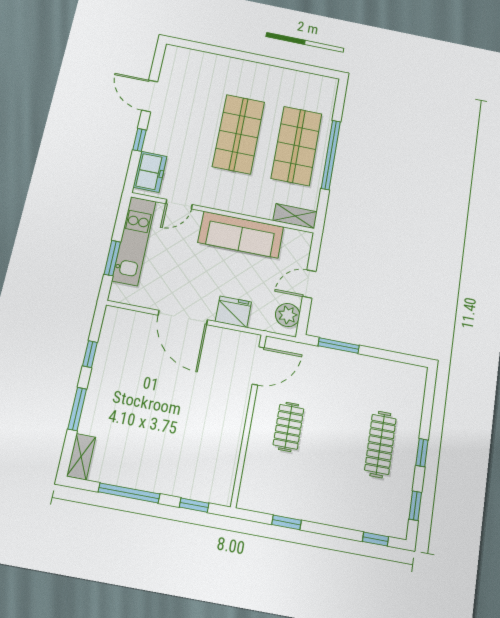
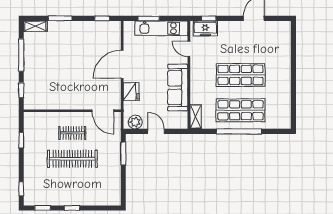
window: (140, 140) -> (209, 18), moved
window: (90, 354) -> (102, 18), moved
clothes rail: (380, 444) -> (72, 159), moved, width x1.37, depth x1.31

